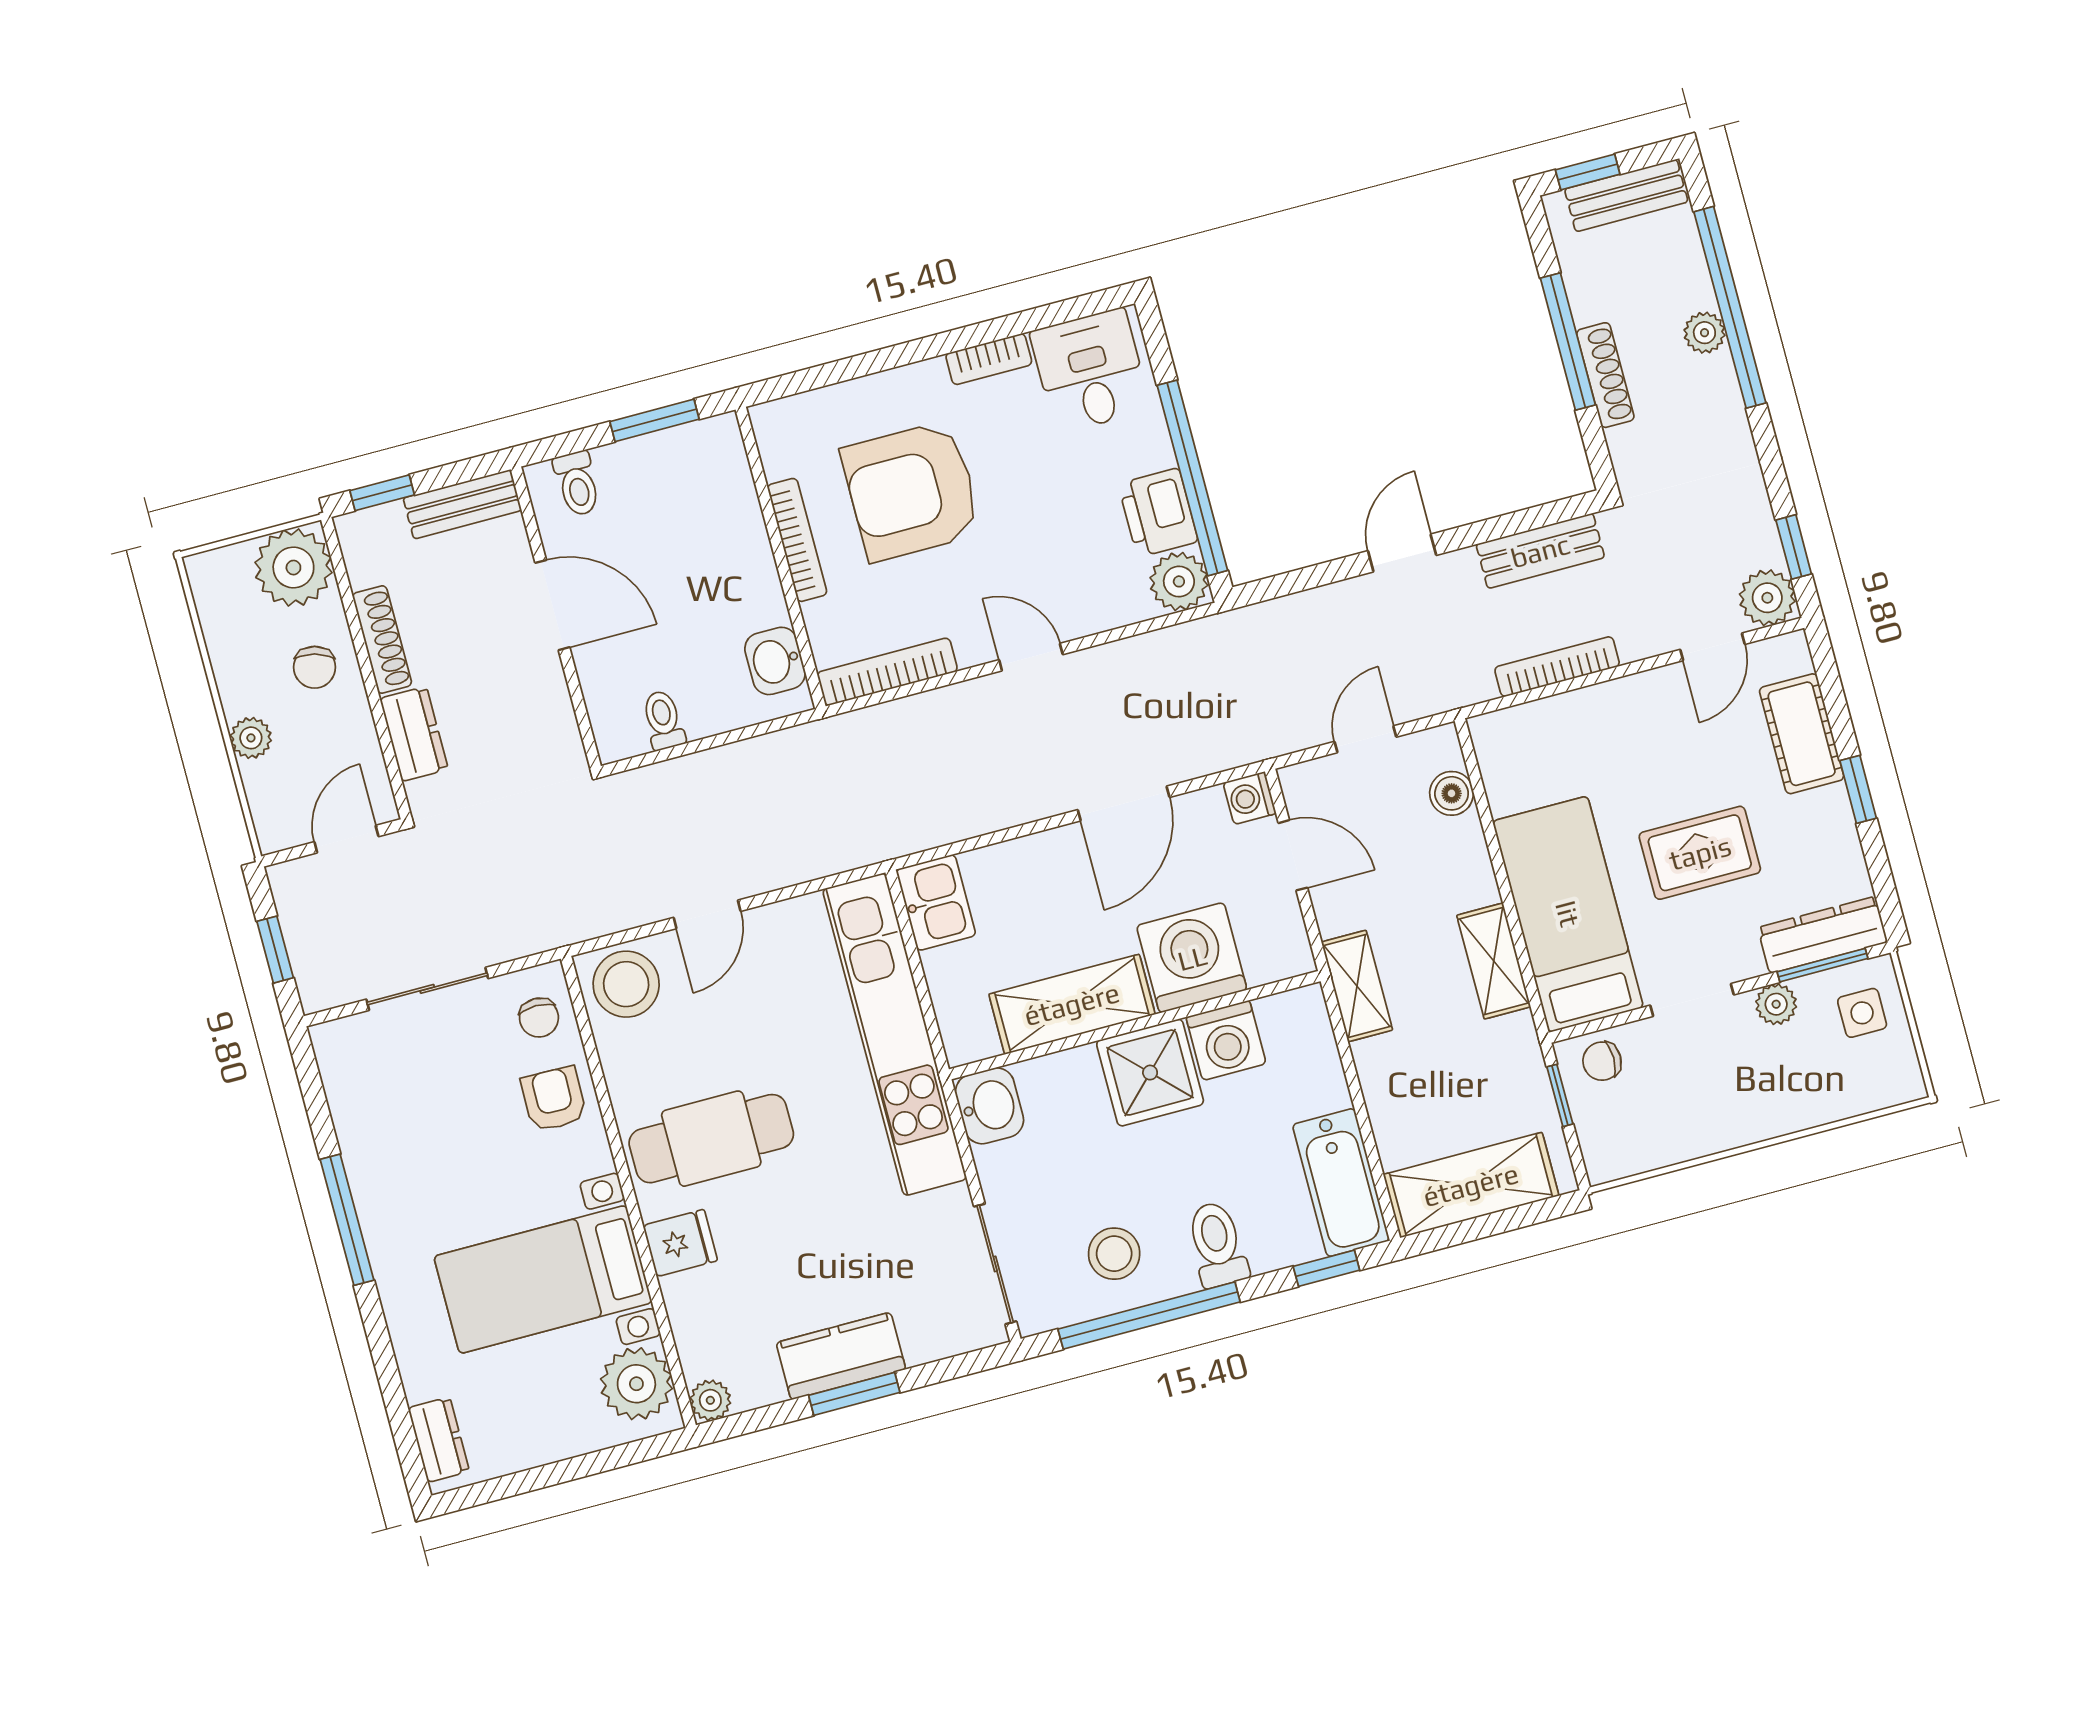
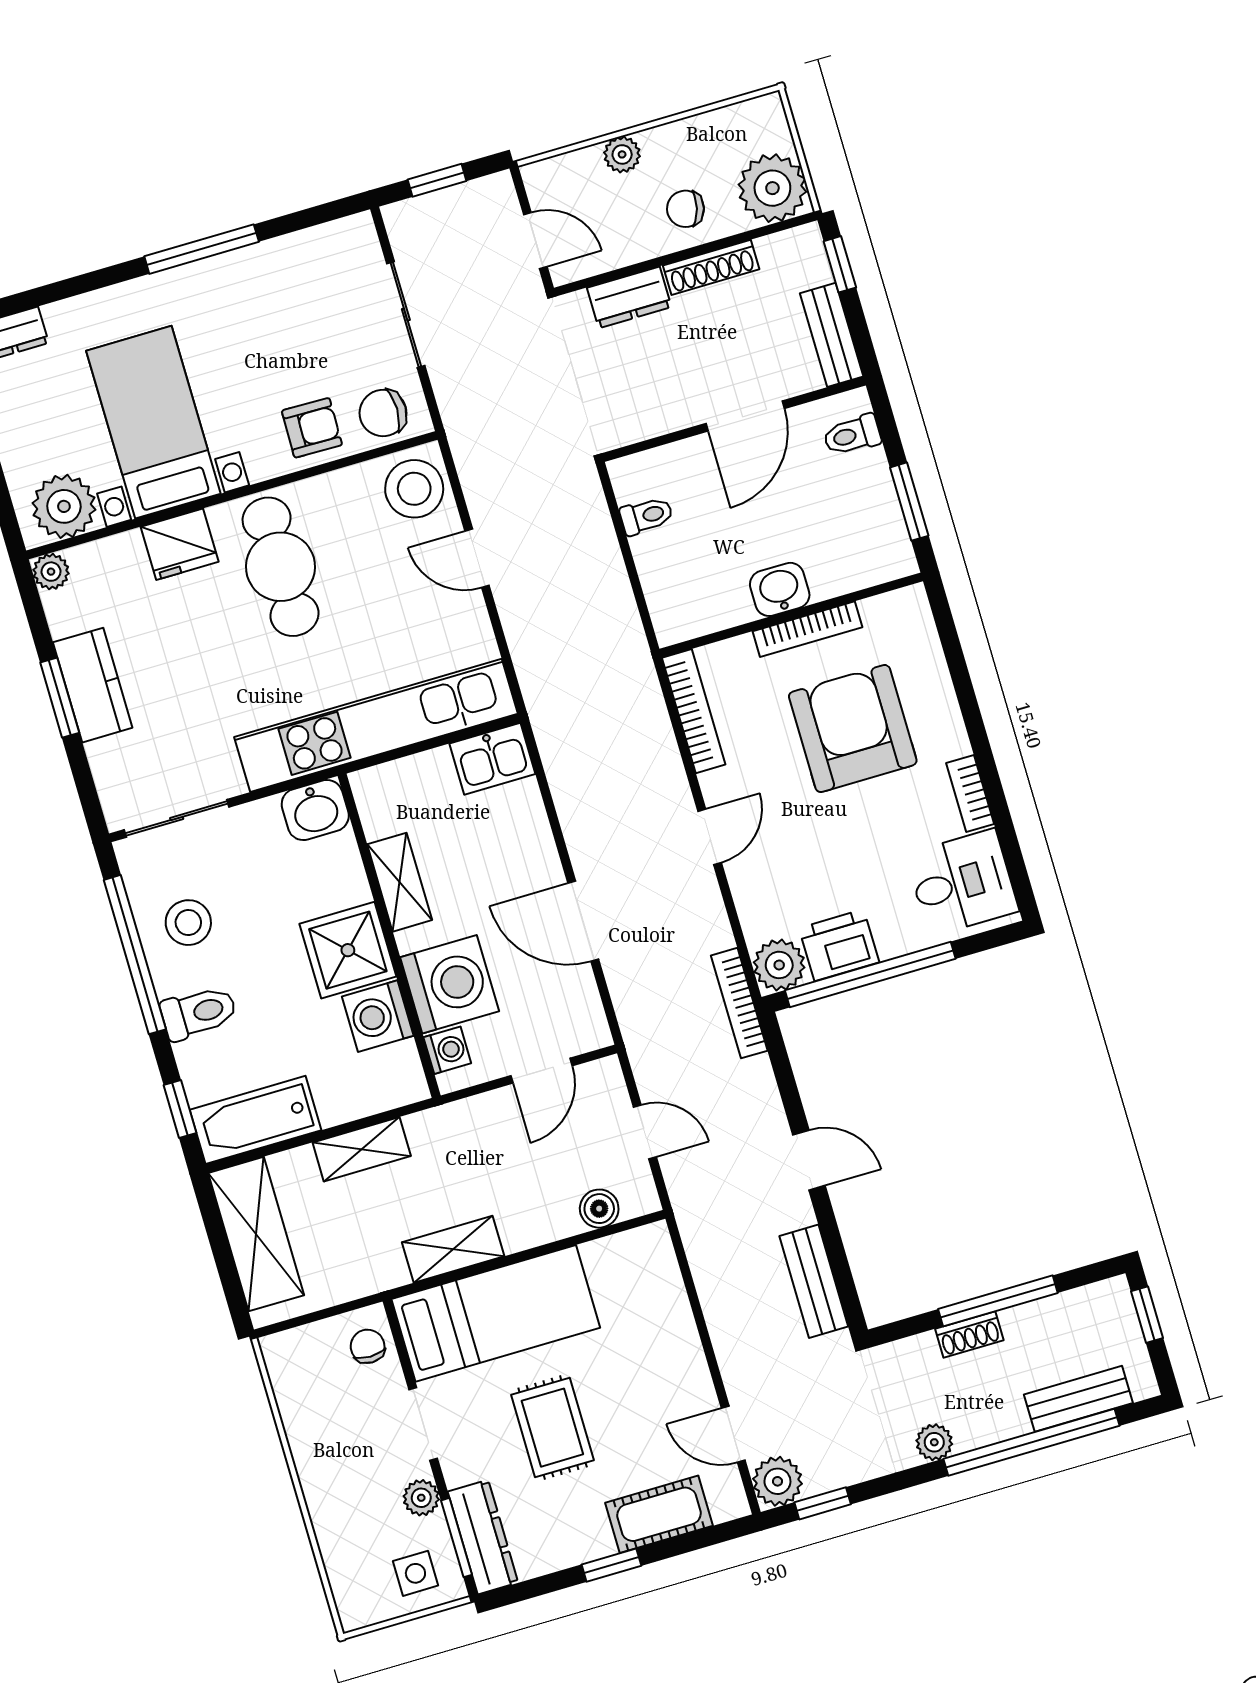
bench: (1626, 196) -> (1078, 1399), moved, turned 90
plant: (1704, 333) -> (934, 1442), moved
shoe rack: (1605, 375) -> (969, 1334), width x0.70
washbasin: (775, 661) -> (780, 589), moved
bookcase: (1557, 667) -> (739, 1003), moved, turned 180
washing machine: (1250, 798) -> (447, 1050), moved, turned 90
shelving: (1357, 986) -> (362, 1149), moved
shelving: (1072, 1004) -> (400, 882), width x0.67, depth x0.75
chair: (539, 1018) -> (383, 413), width x1.37, depth x1.37
window: (1560, 1095) -> (337, 1310), removed
fridge: (680, 1243) -> (180, 544), width x1.38

